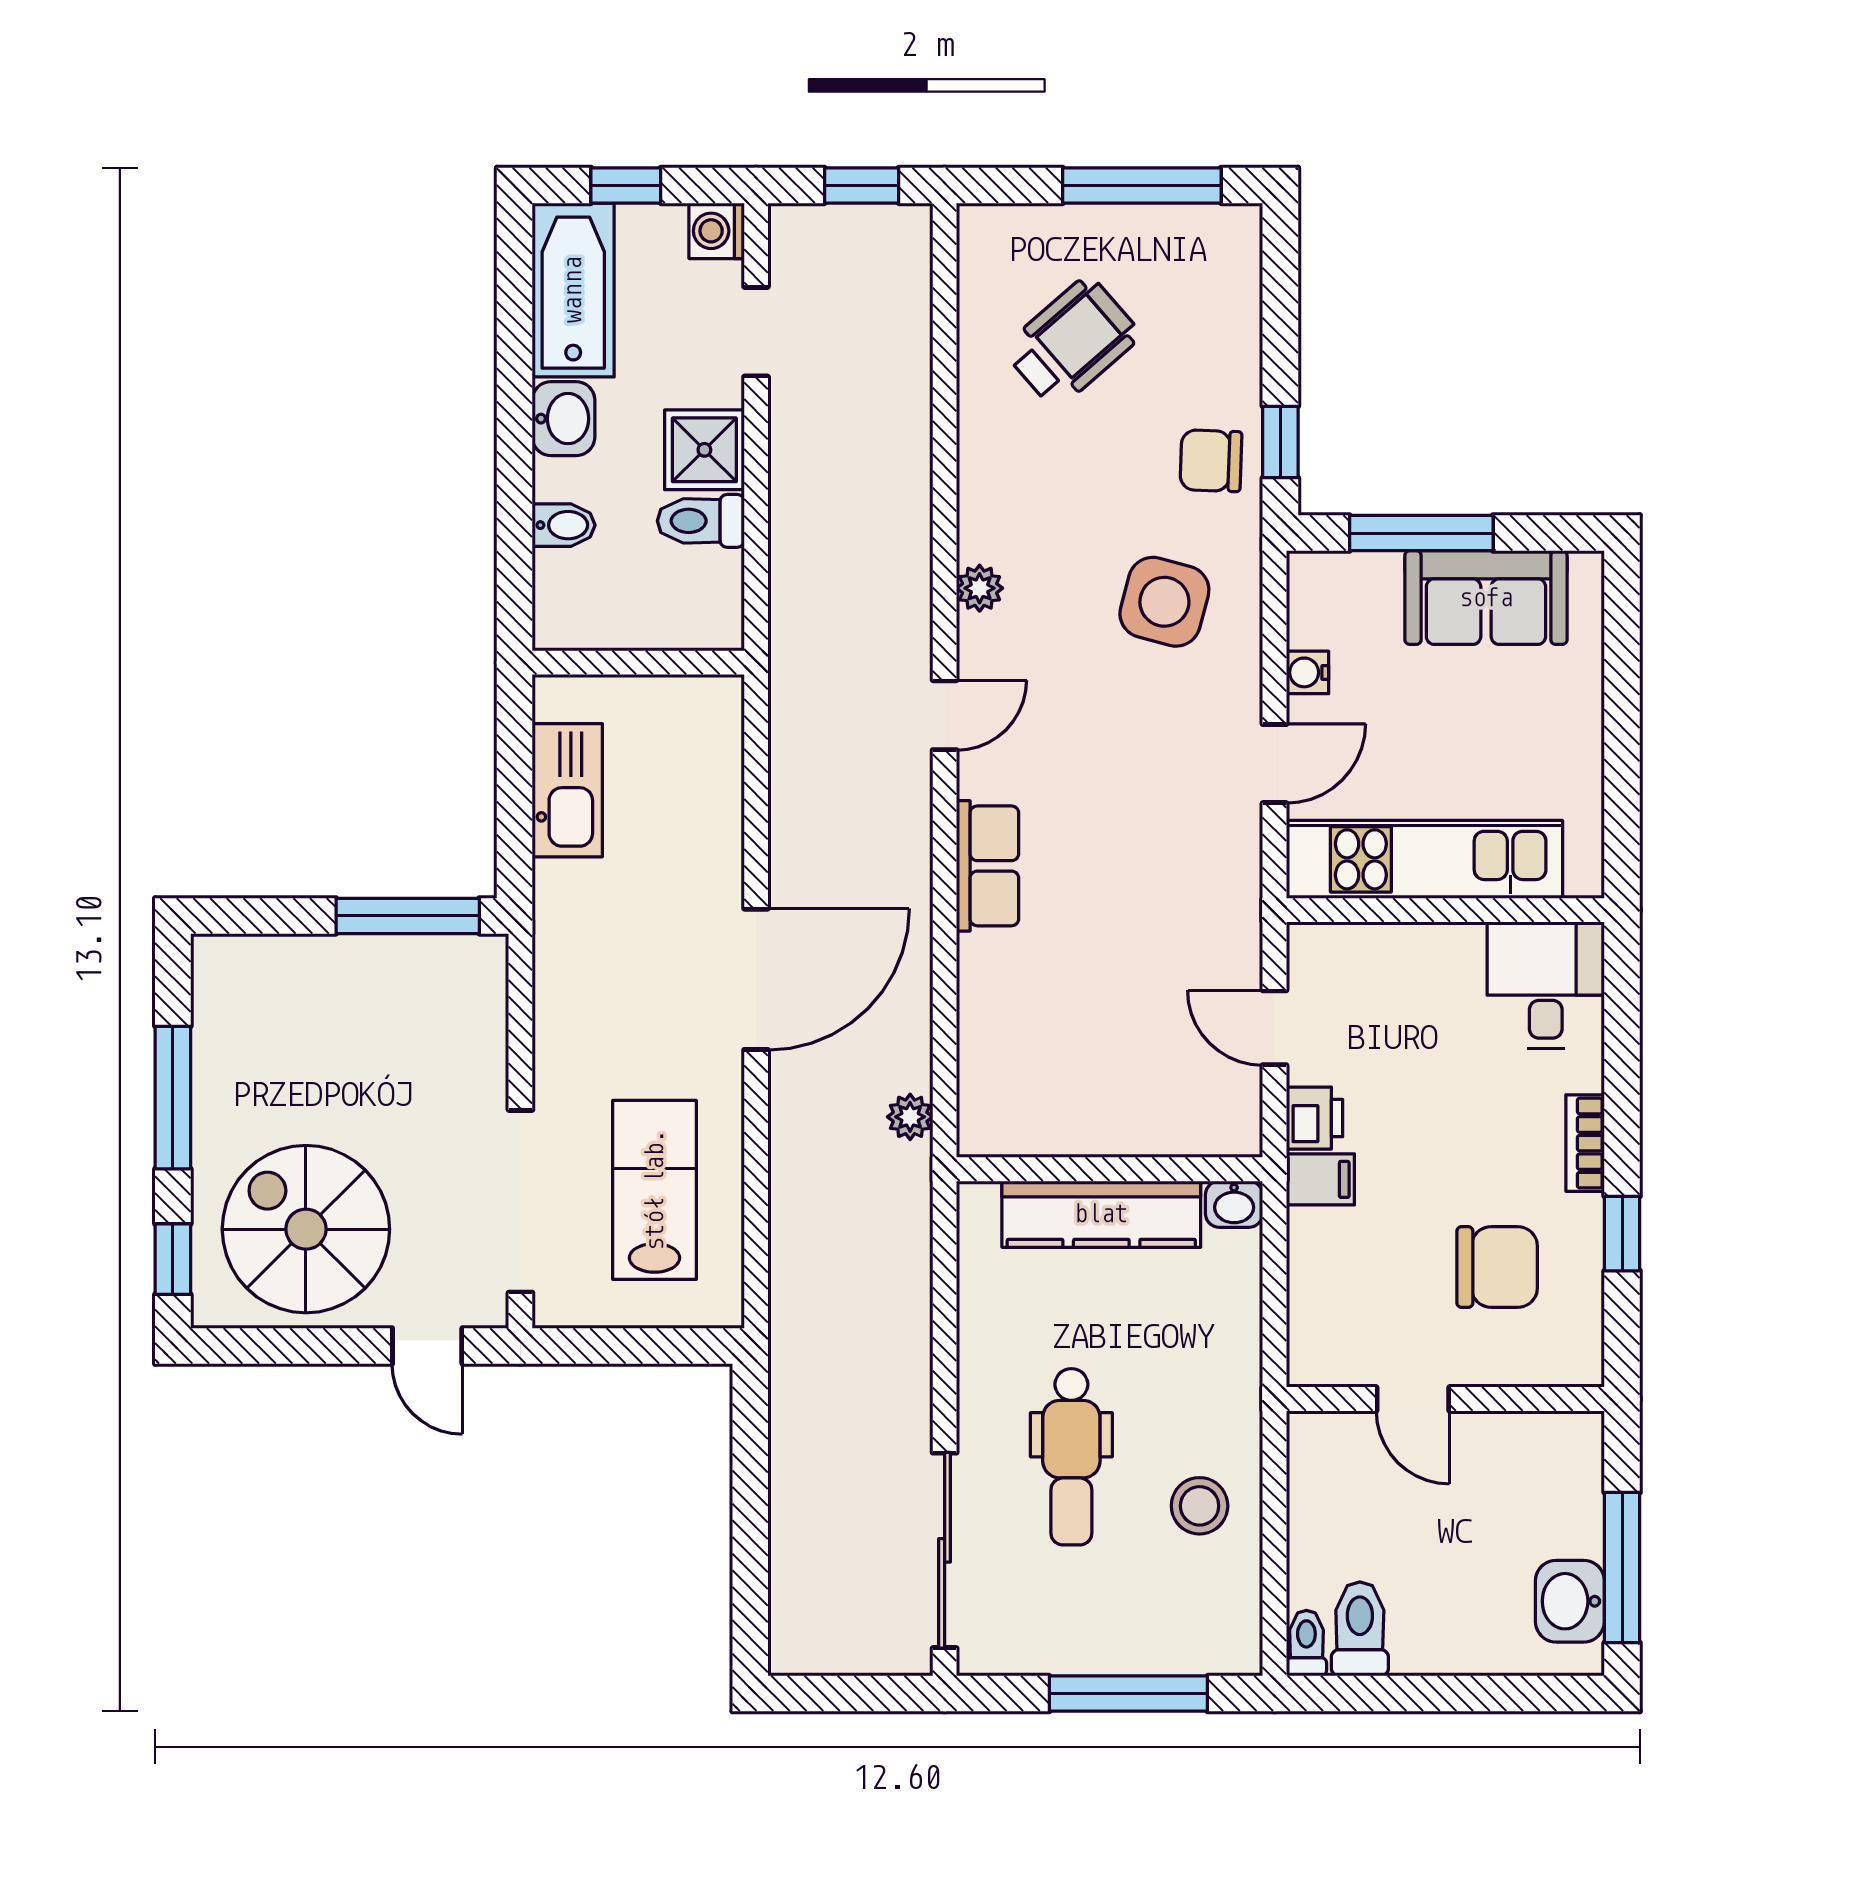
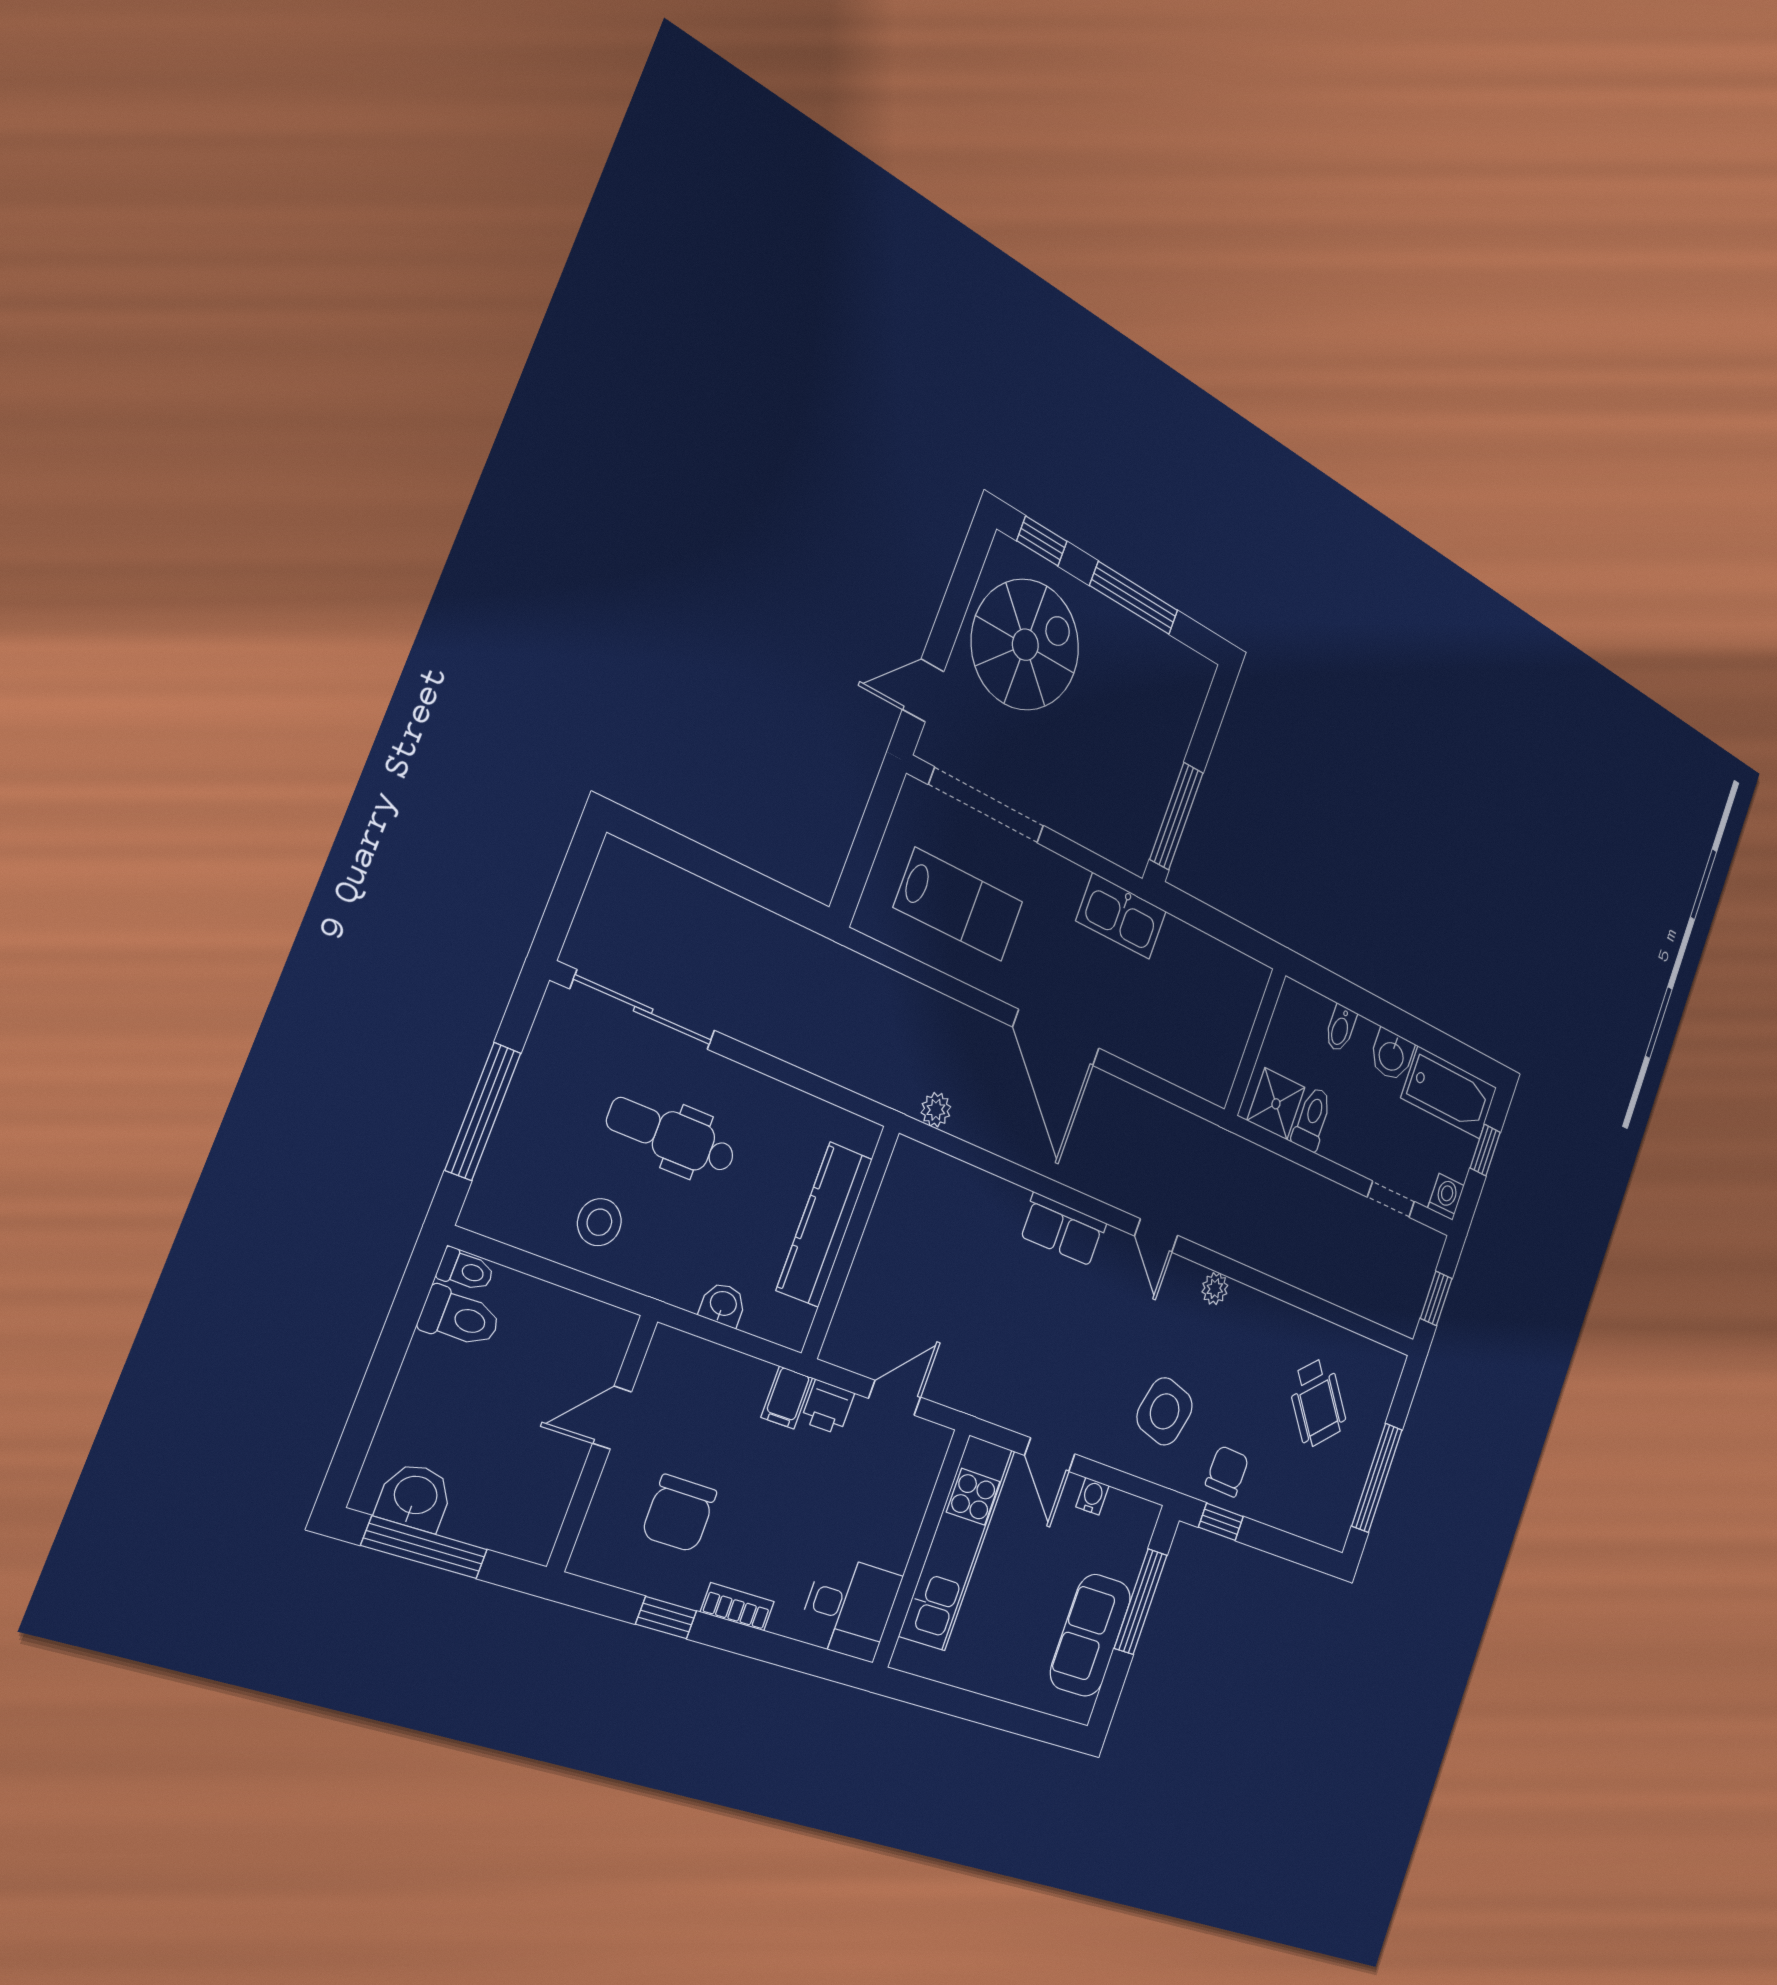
shower: (704, 450) -> (1276, 1104), moved
kitchen sink: (567, 790) -> (1121, 916), moved
washbasin: (1234, 1204) -> (723, 1304), moved, turned 90

